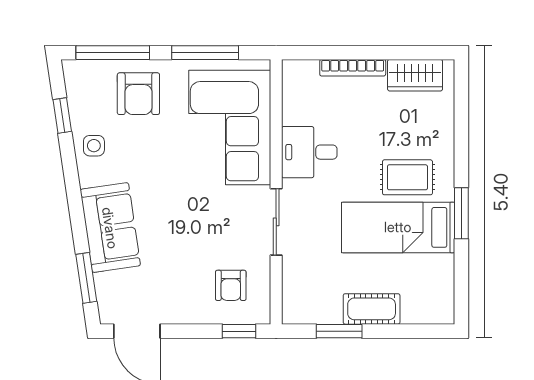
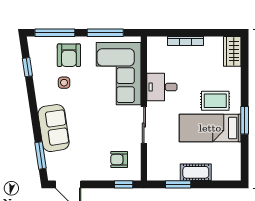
wardrobe: (415, 75) -> (232, 51), moved, turned 90
side table: (94, 146) -> (64, 83), moved
armchair: (231, 285) -> (119, 160), turned 90

